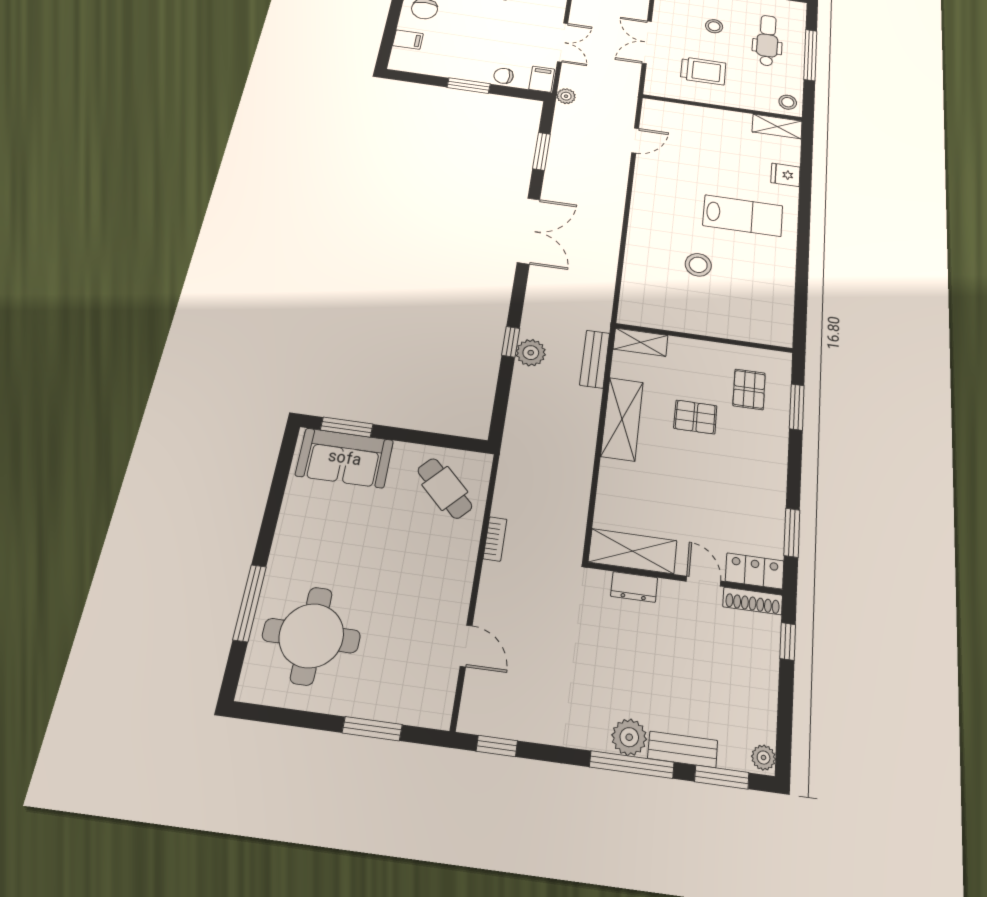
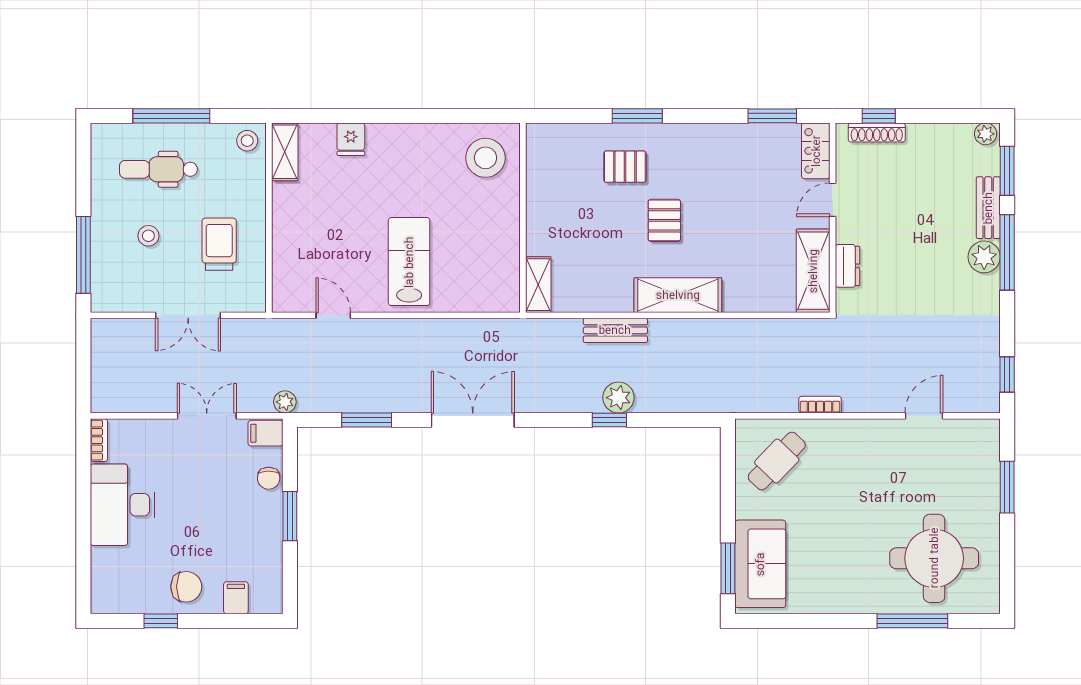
lab bench: (743, 216) -> (409, 262), moved
stool: (698, 265) -> (485, 158), moved, width x1.38, depth x1.38
wall: (704, 338) -> (523, 218), moved
shelving: (641, 342) -> (538, 285), moved
shoe rack: (753, 601) -> (877, 132), moved, turned 90

